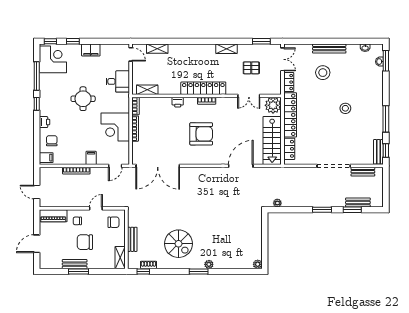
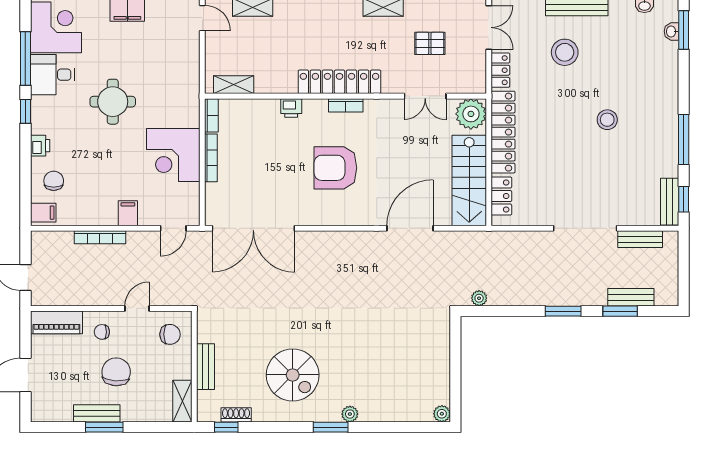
desk: (118, 81) -> (52, 75), moved, turned 180
armchair: (201, 134) -> (335, 168), turned 180
chair: (85, 242) -> (116, 372), turned 94

